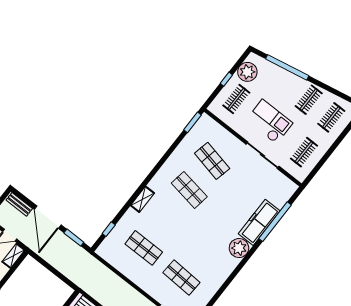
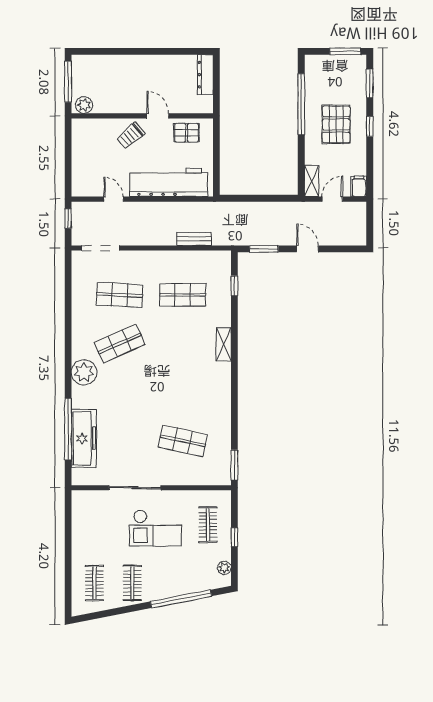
plant: (247, 72) -> (224, 568), width x0.53, depth x0.53
clothes rail: (304, 152) -> (94, 525), removed
shop shelf: (189, 190) -> (120, 344), moved, turned -33
bench: (19, 204) -> (194, 239), moved
door: (48, 217) -> (307, 249), width x0.53
freezer: (259, 222) -> (84, 438), moved

